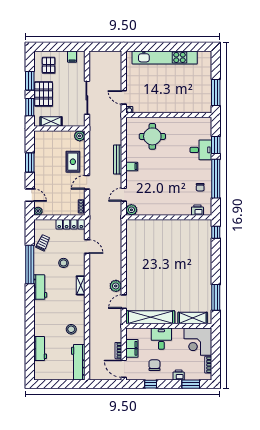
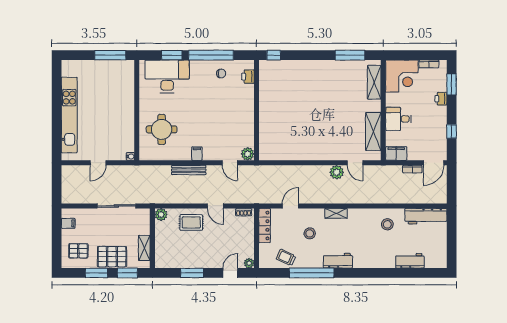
door: (124, 97) -> (98, 163), moved
desk: (201, 150) -> (167, 76), width x1.87, depth x1.30
shelving: (151, 317) -> (373, 132), width x0.68
filing cabinet: (132, 348) -> (396, 153), moved
chair: (154, 365) -> (429, 127), removed

